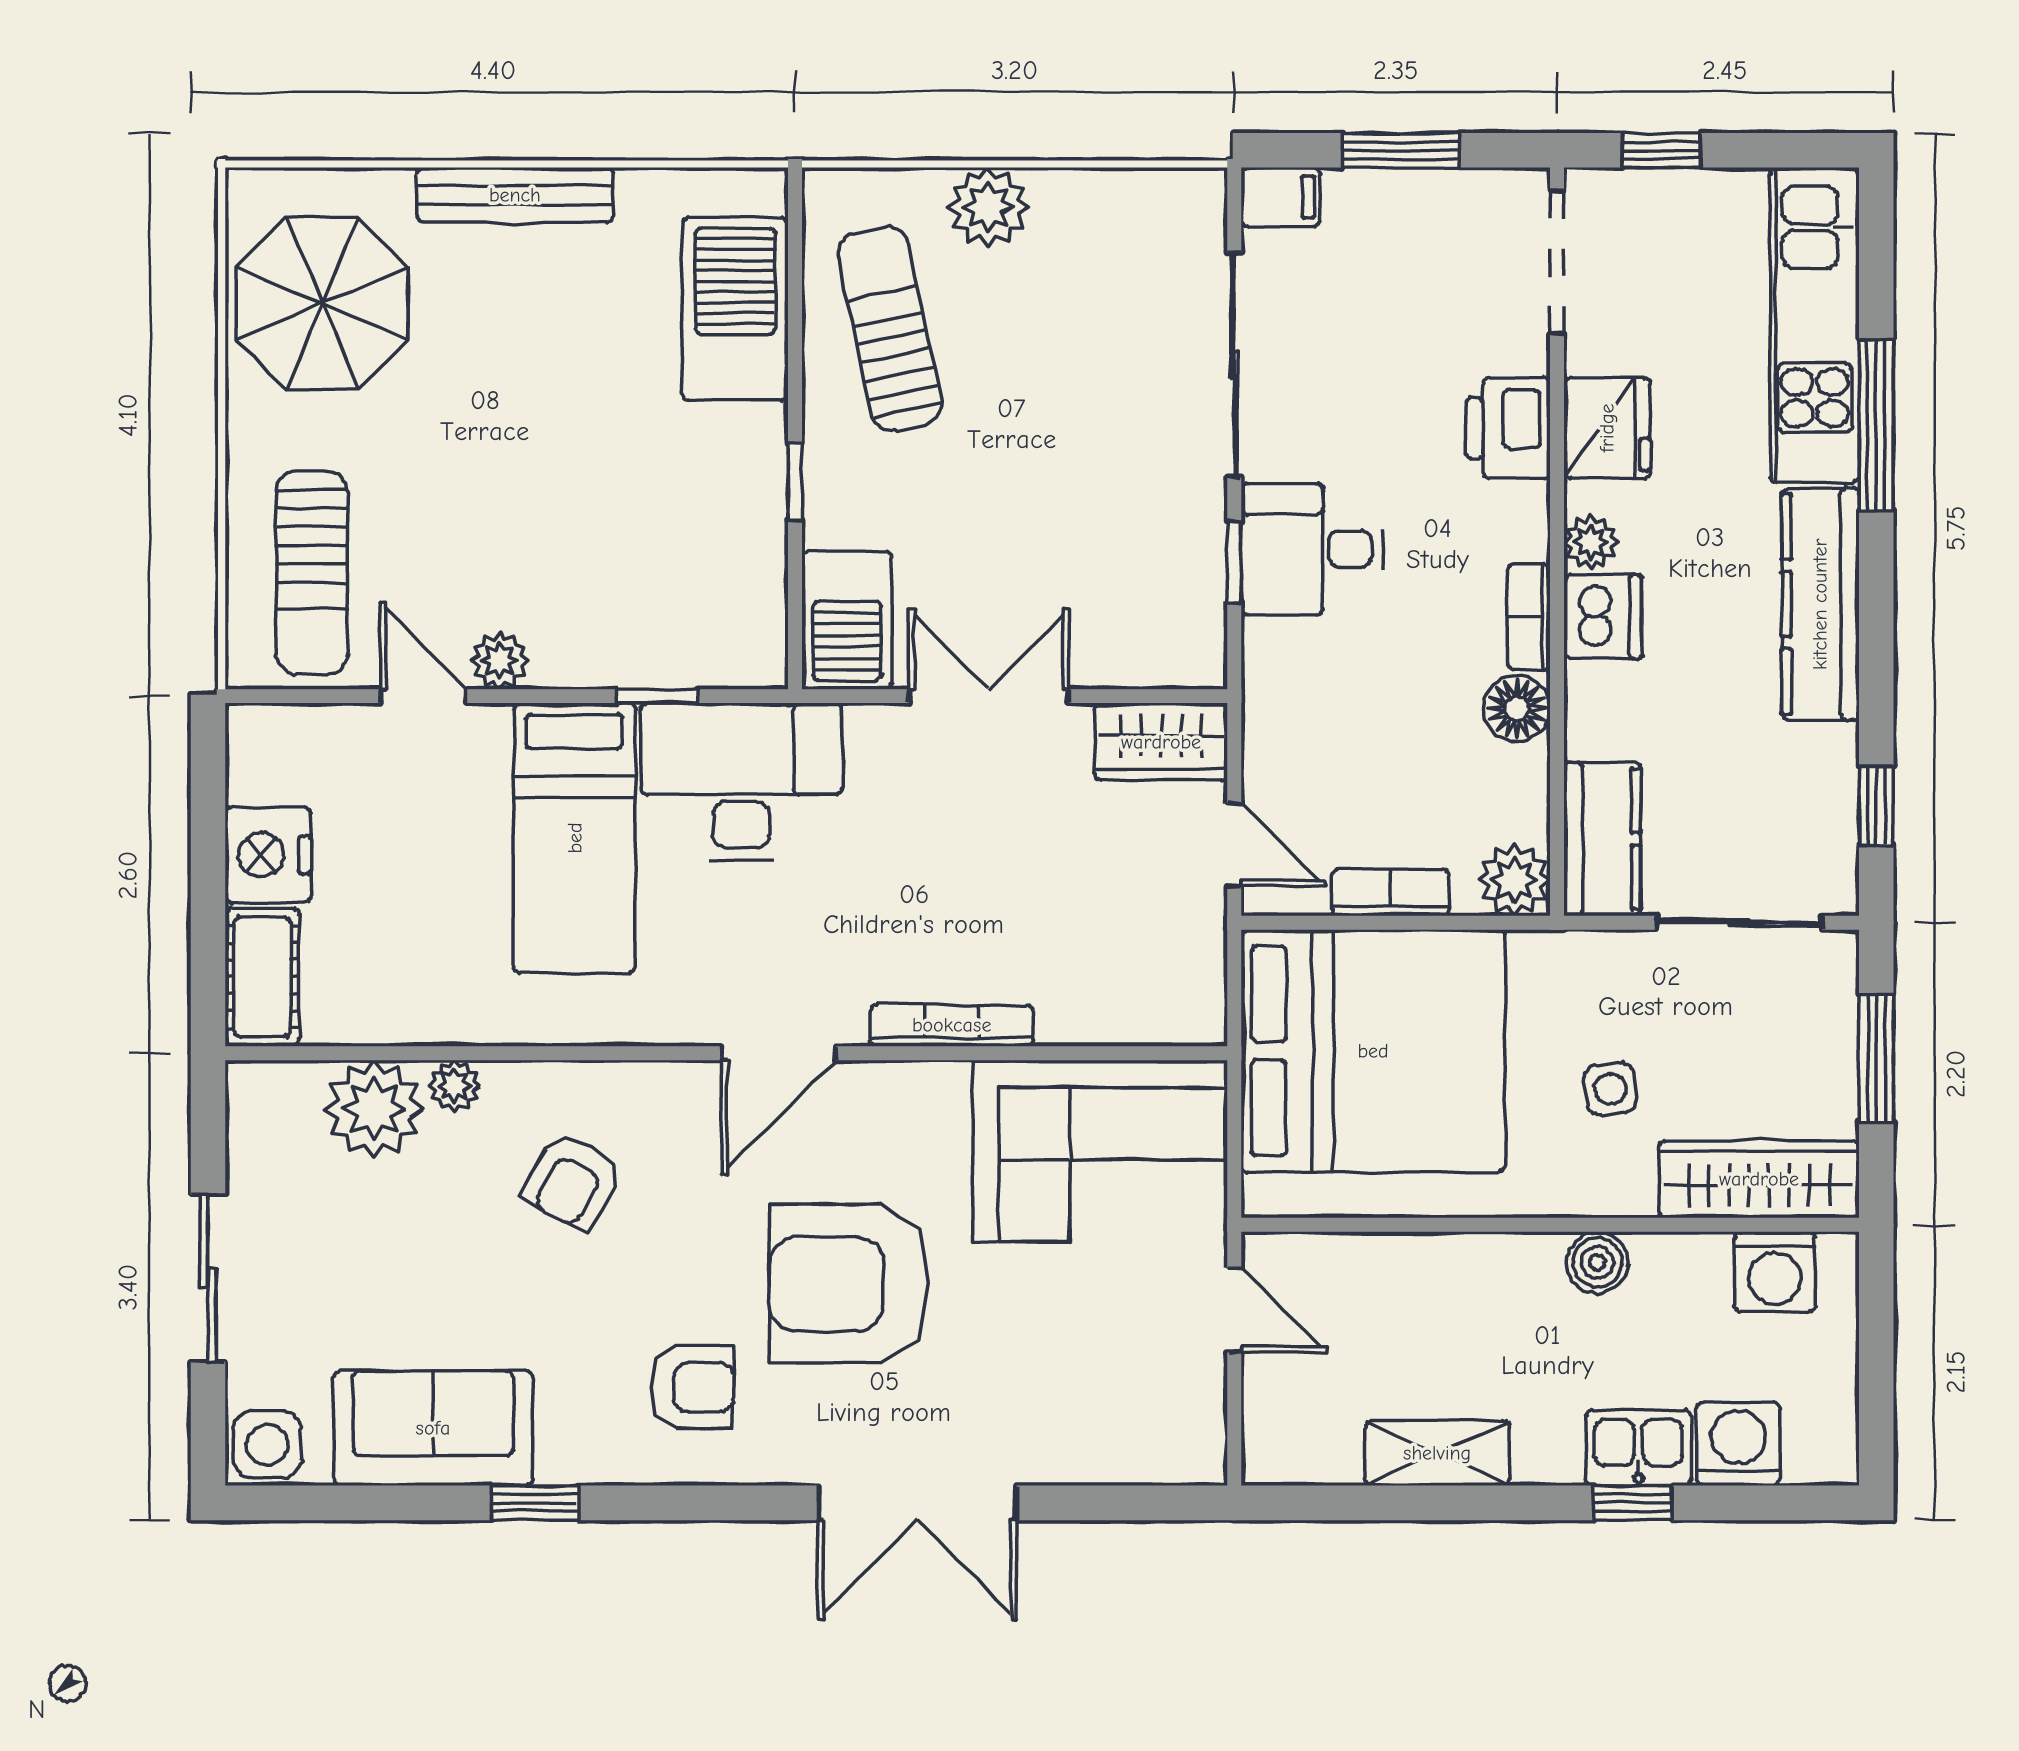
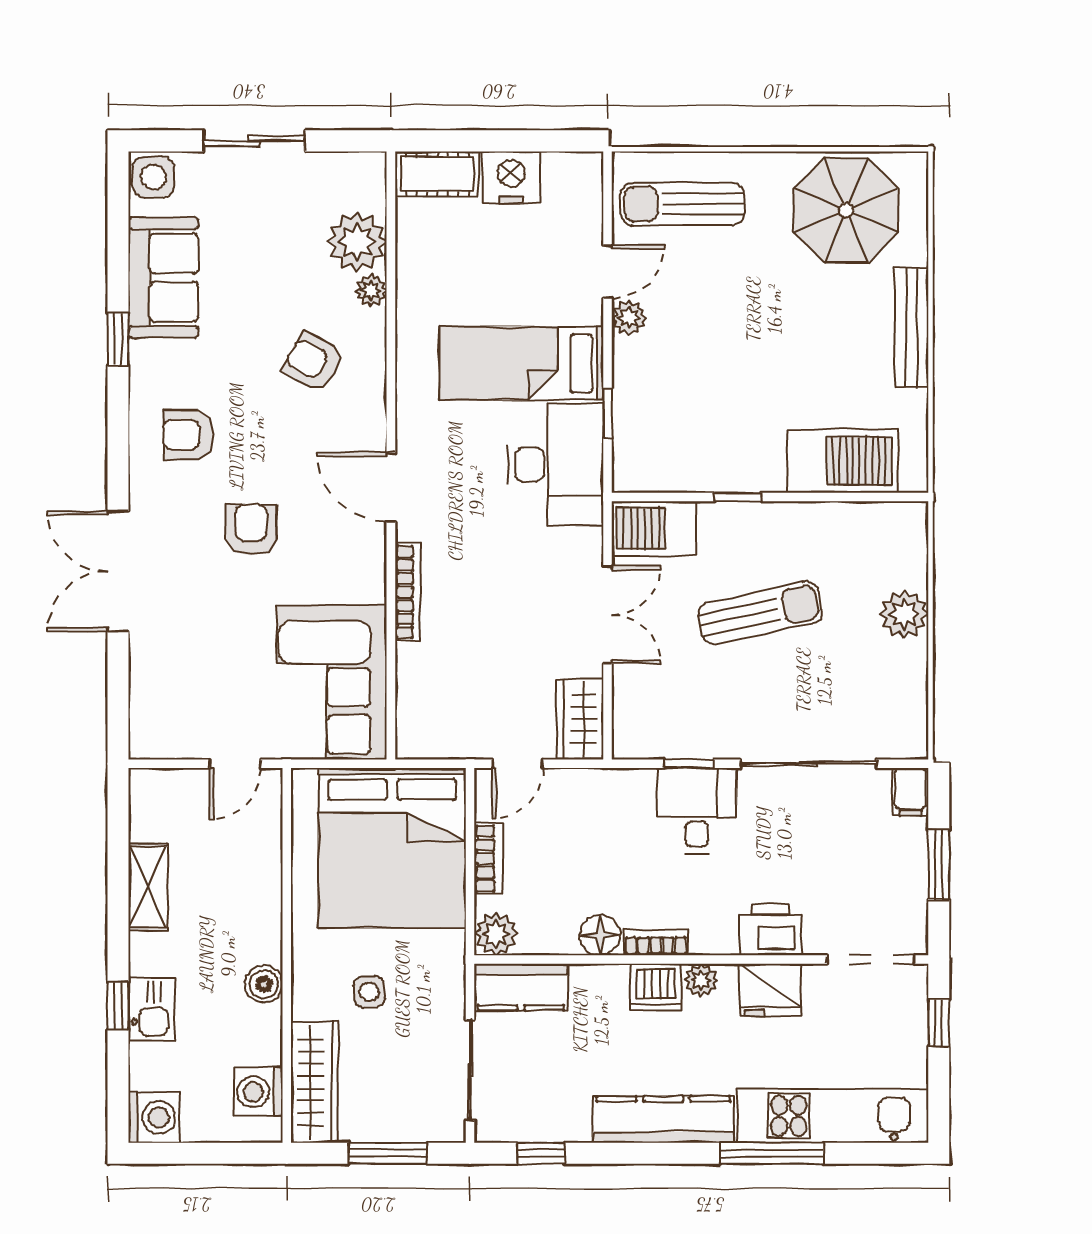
sun lounger: (890, 329) -> (760, 613), moved
armchair: (849, 1284) -> (251, 530), width x0.53, depth x0.53
armchair: (692, 1387) -> (188, 435), turned 90
washing machine: (1738, 1444) -> (154, 1118), moved

